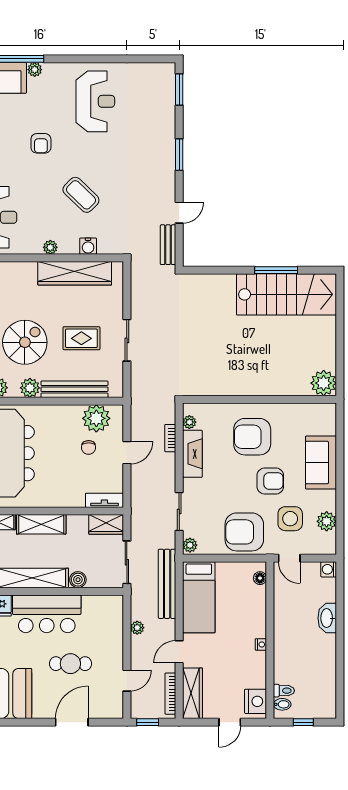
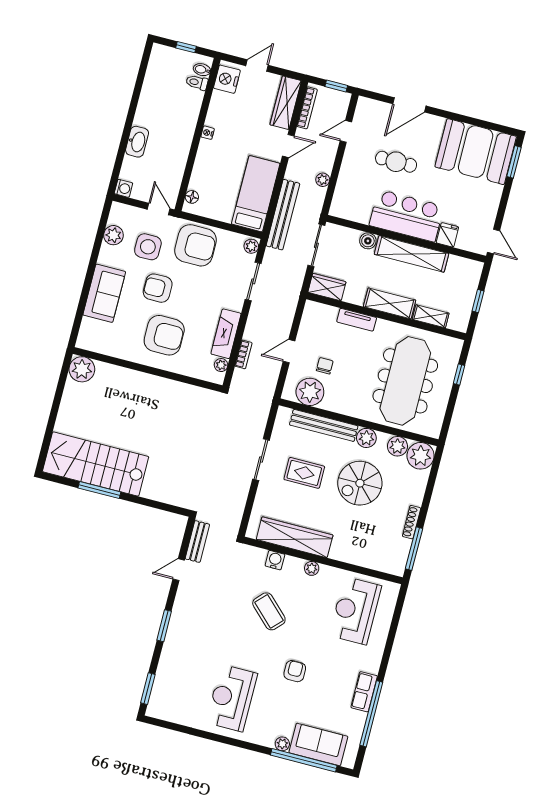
tv unit: (104, 500) -> (357, 320), moved

